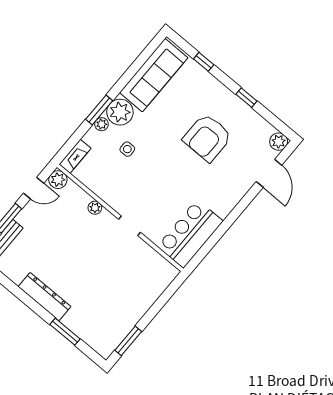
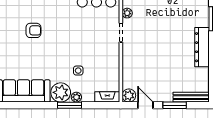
armchair: (207, 138) -> (33, 30), width x0.53, depth x0.53
plant: (95, 208) -> (127, 13), moved

